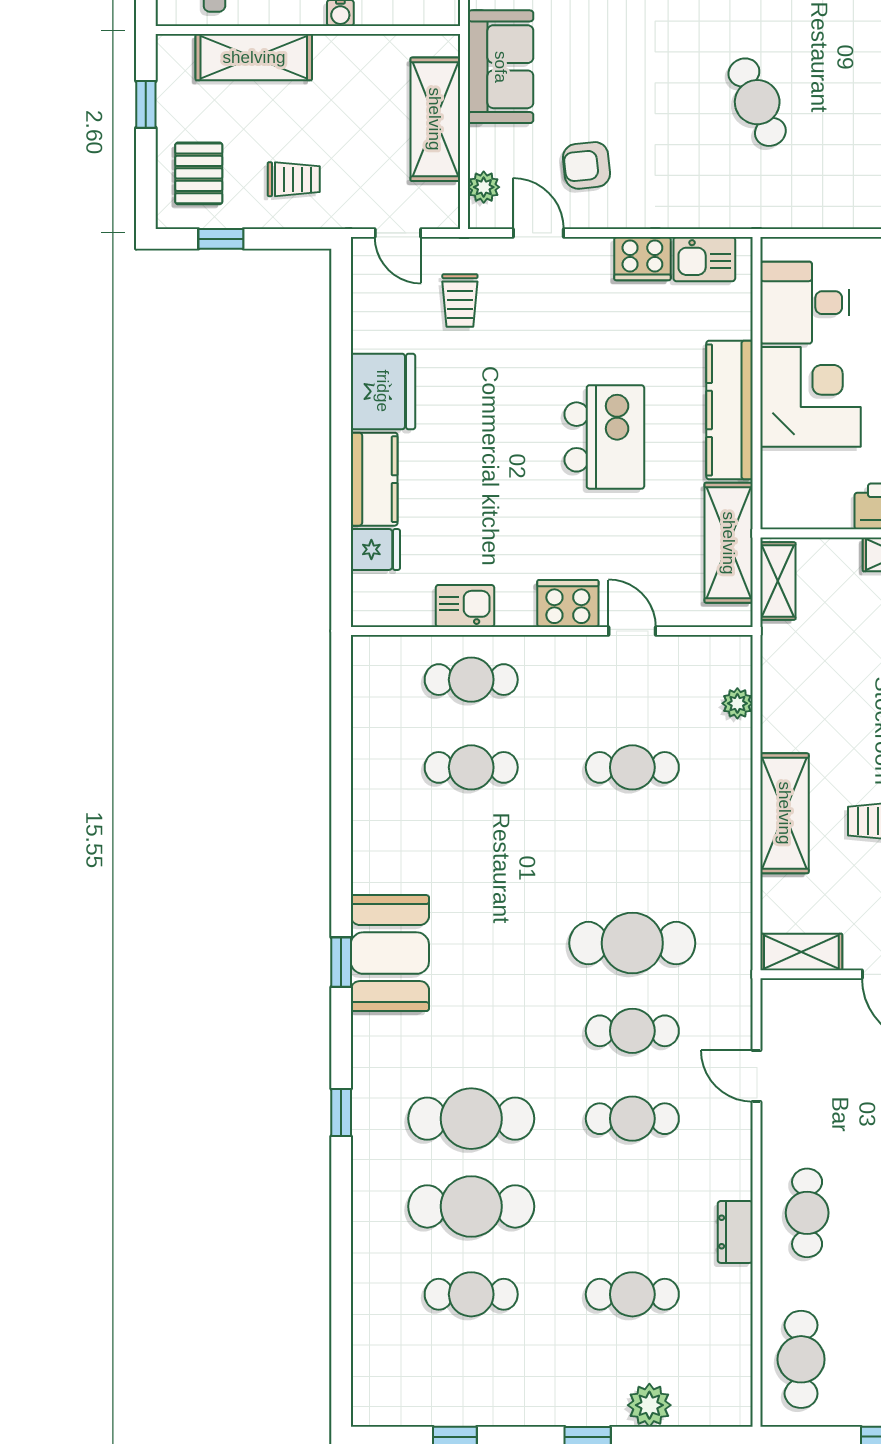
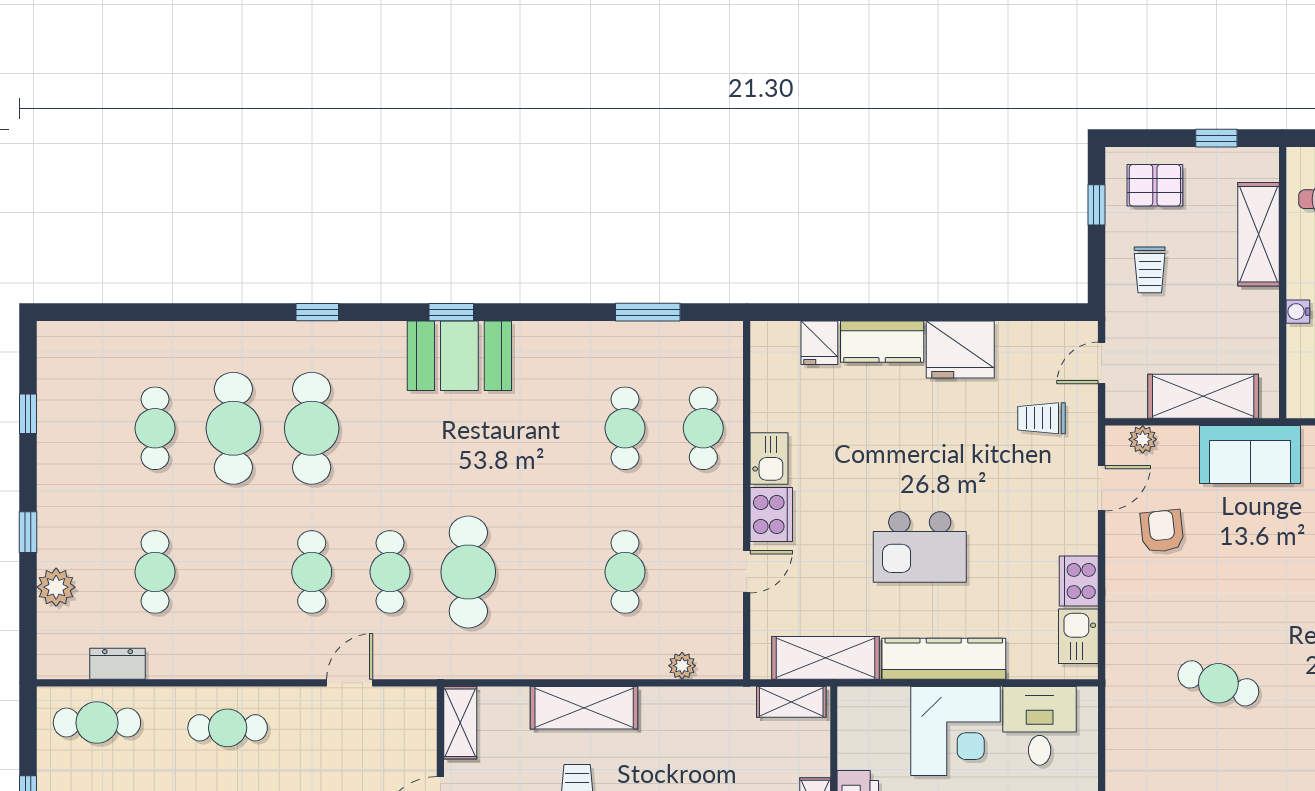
cafe table: (757, 102) -> (1218, 683), turned 42
kitchen sink: (465, 606) -> (769, 459), moved
window: (341, 742) -> (648, 312), added
dresser: (735, 1232) -> (118, 664), moved

